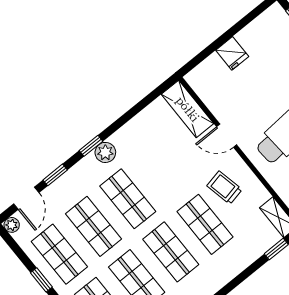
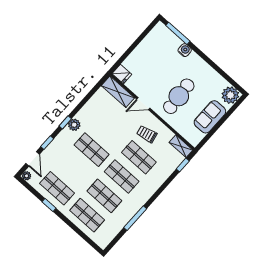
fridge: (232, 53) -> (122, 74), moved
shop shelf: (94, 226) -> (74, 169), removed

